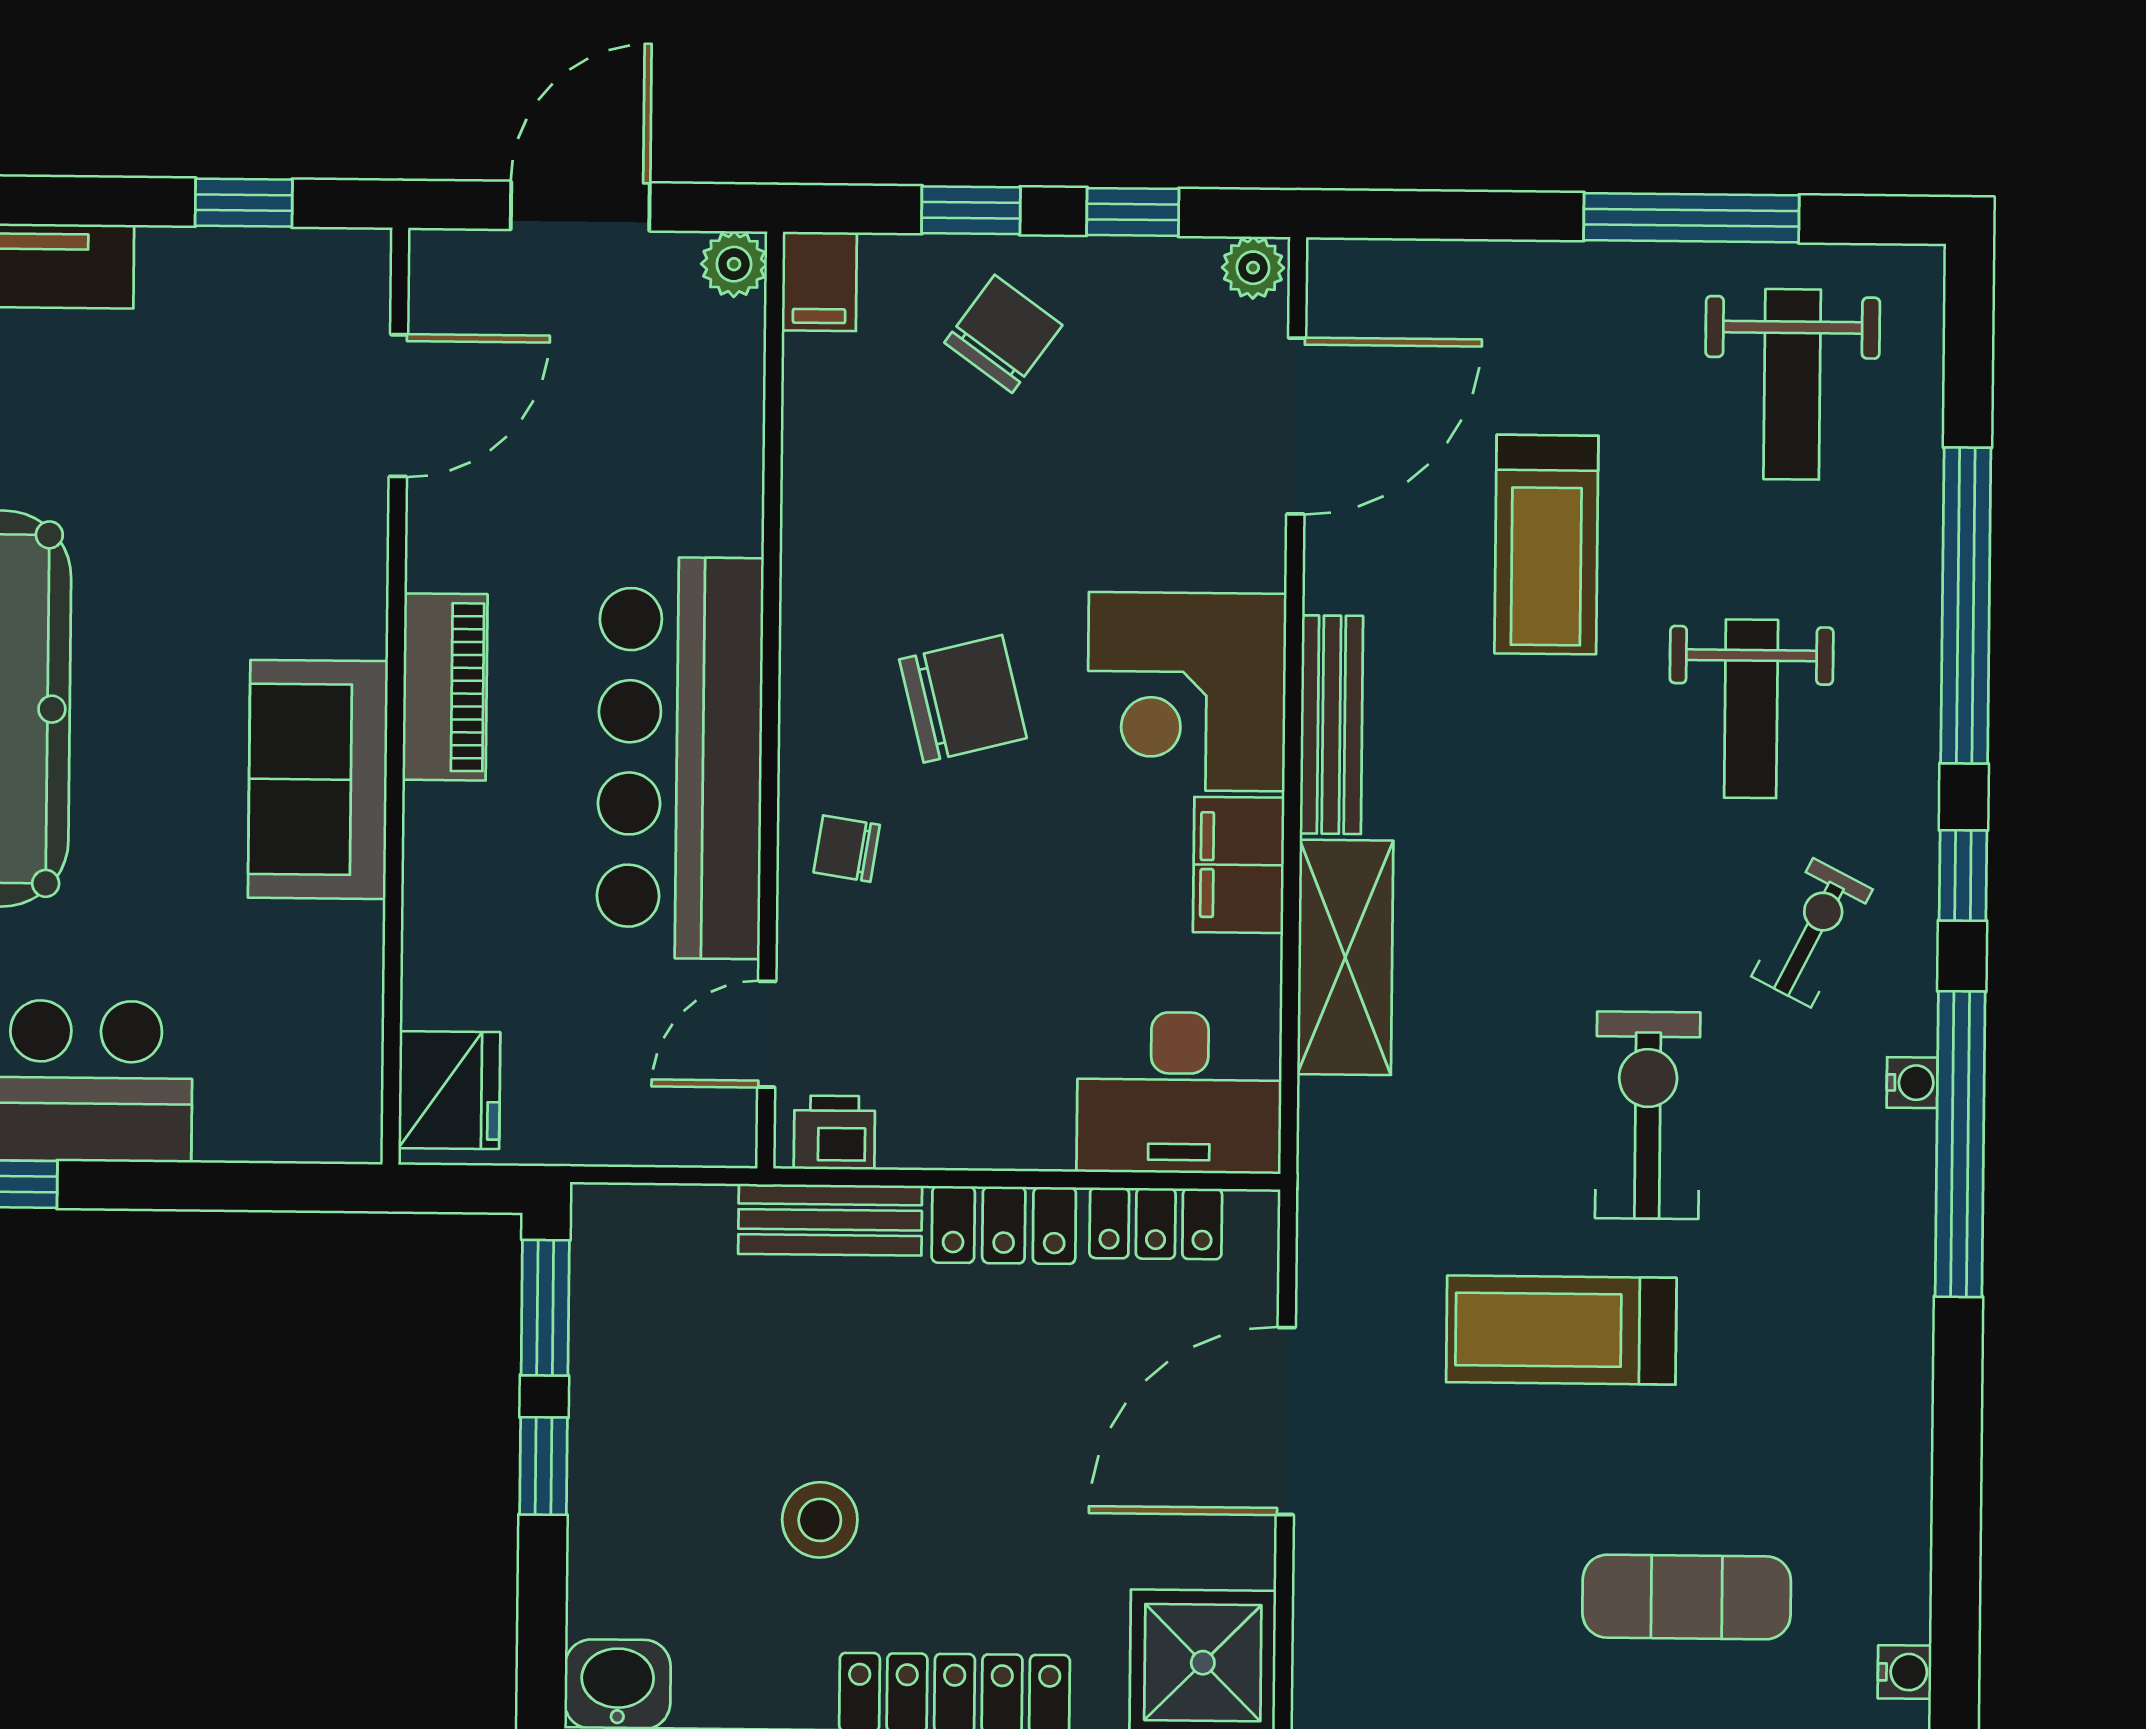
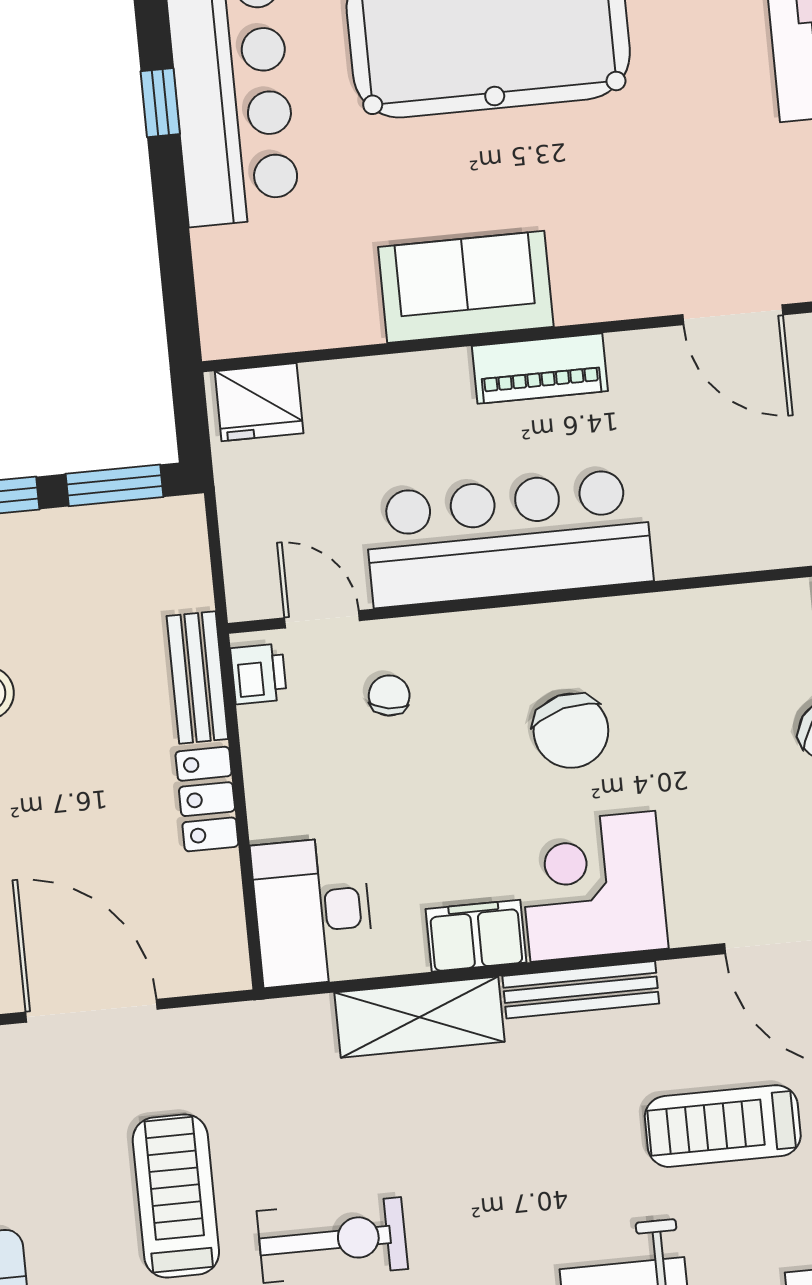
chair: (847, 849) -> (389, 695), moved
locker: (1156, 1223) -> (220, 905), removed

